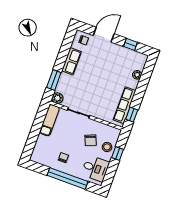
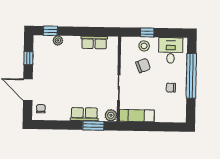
row of seats: (71, 61) -> (84, 114), moved
row of seats: (125, 105) -> (94, 42), width x0.68
window: (132, 115) -> (50, 31), moved

